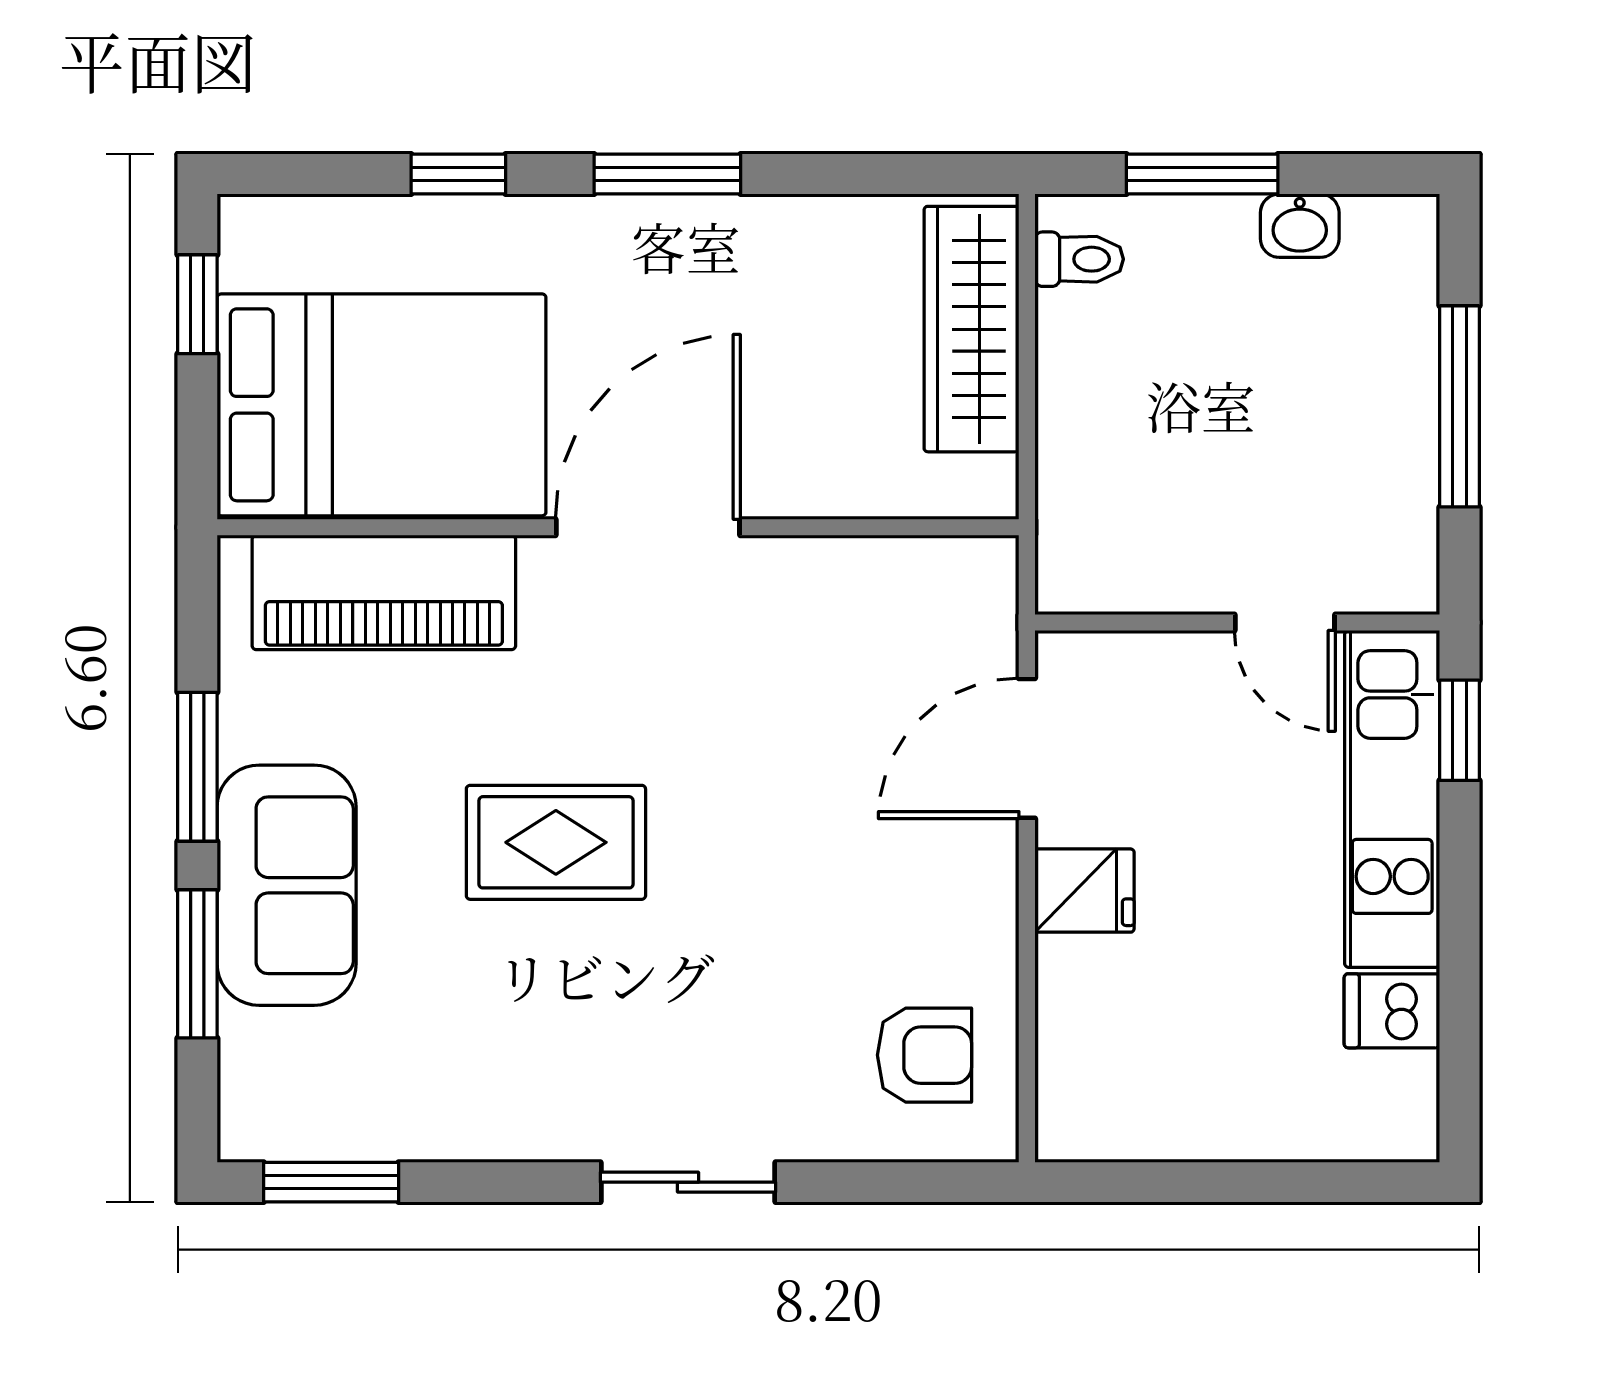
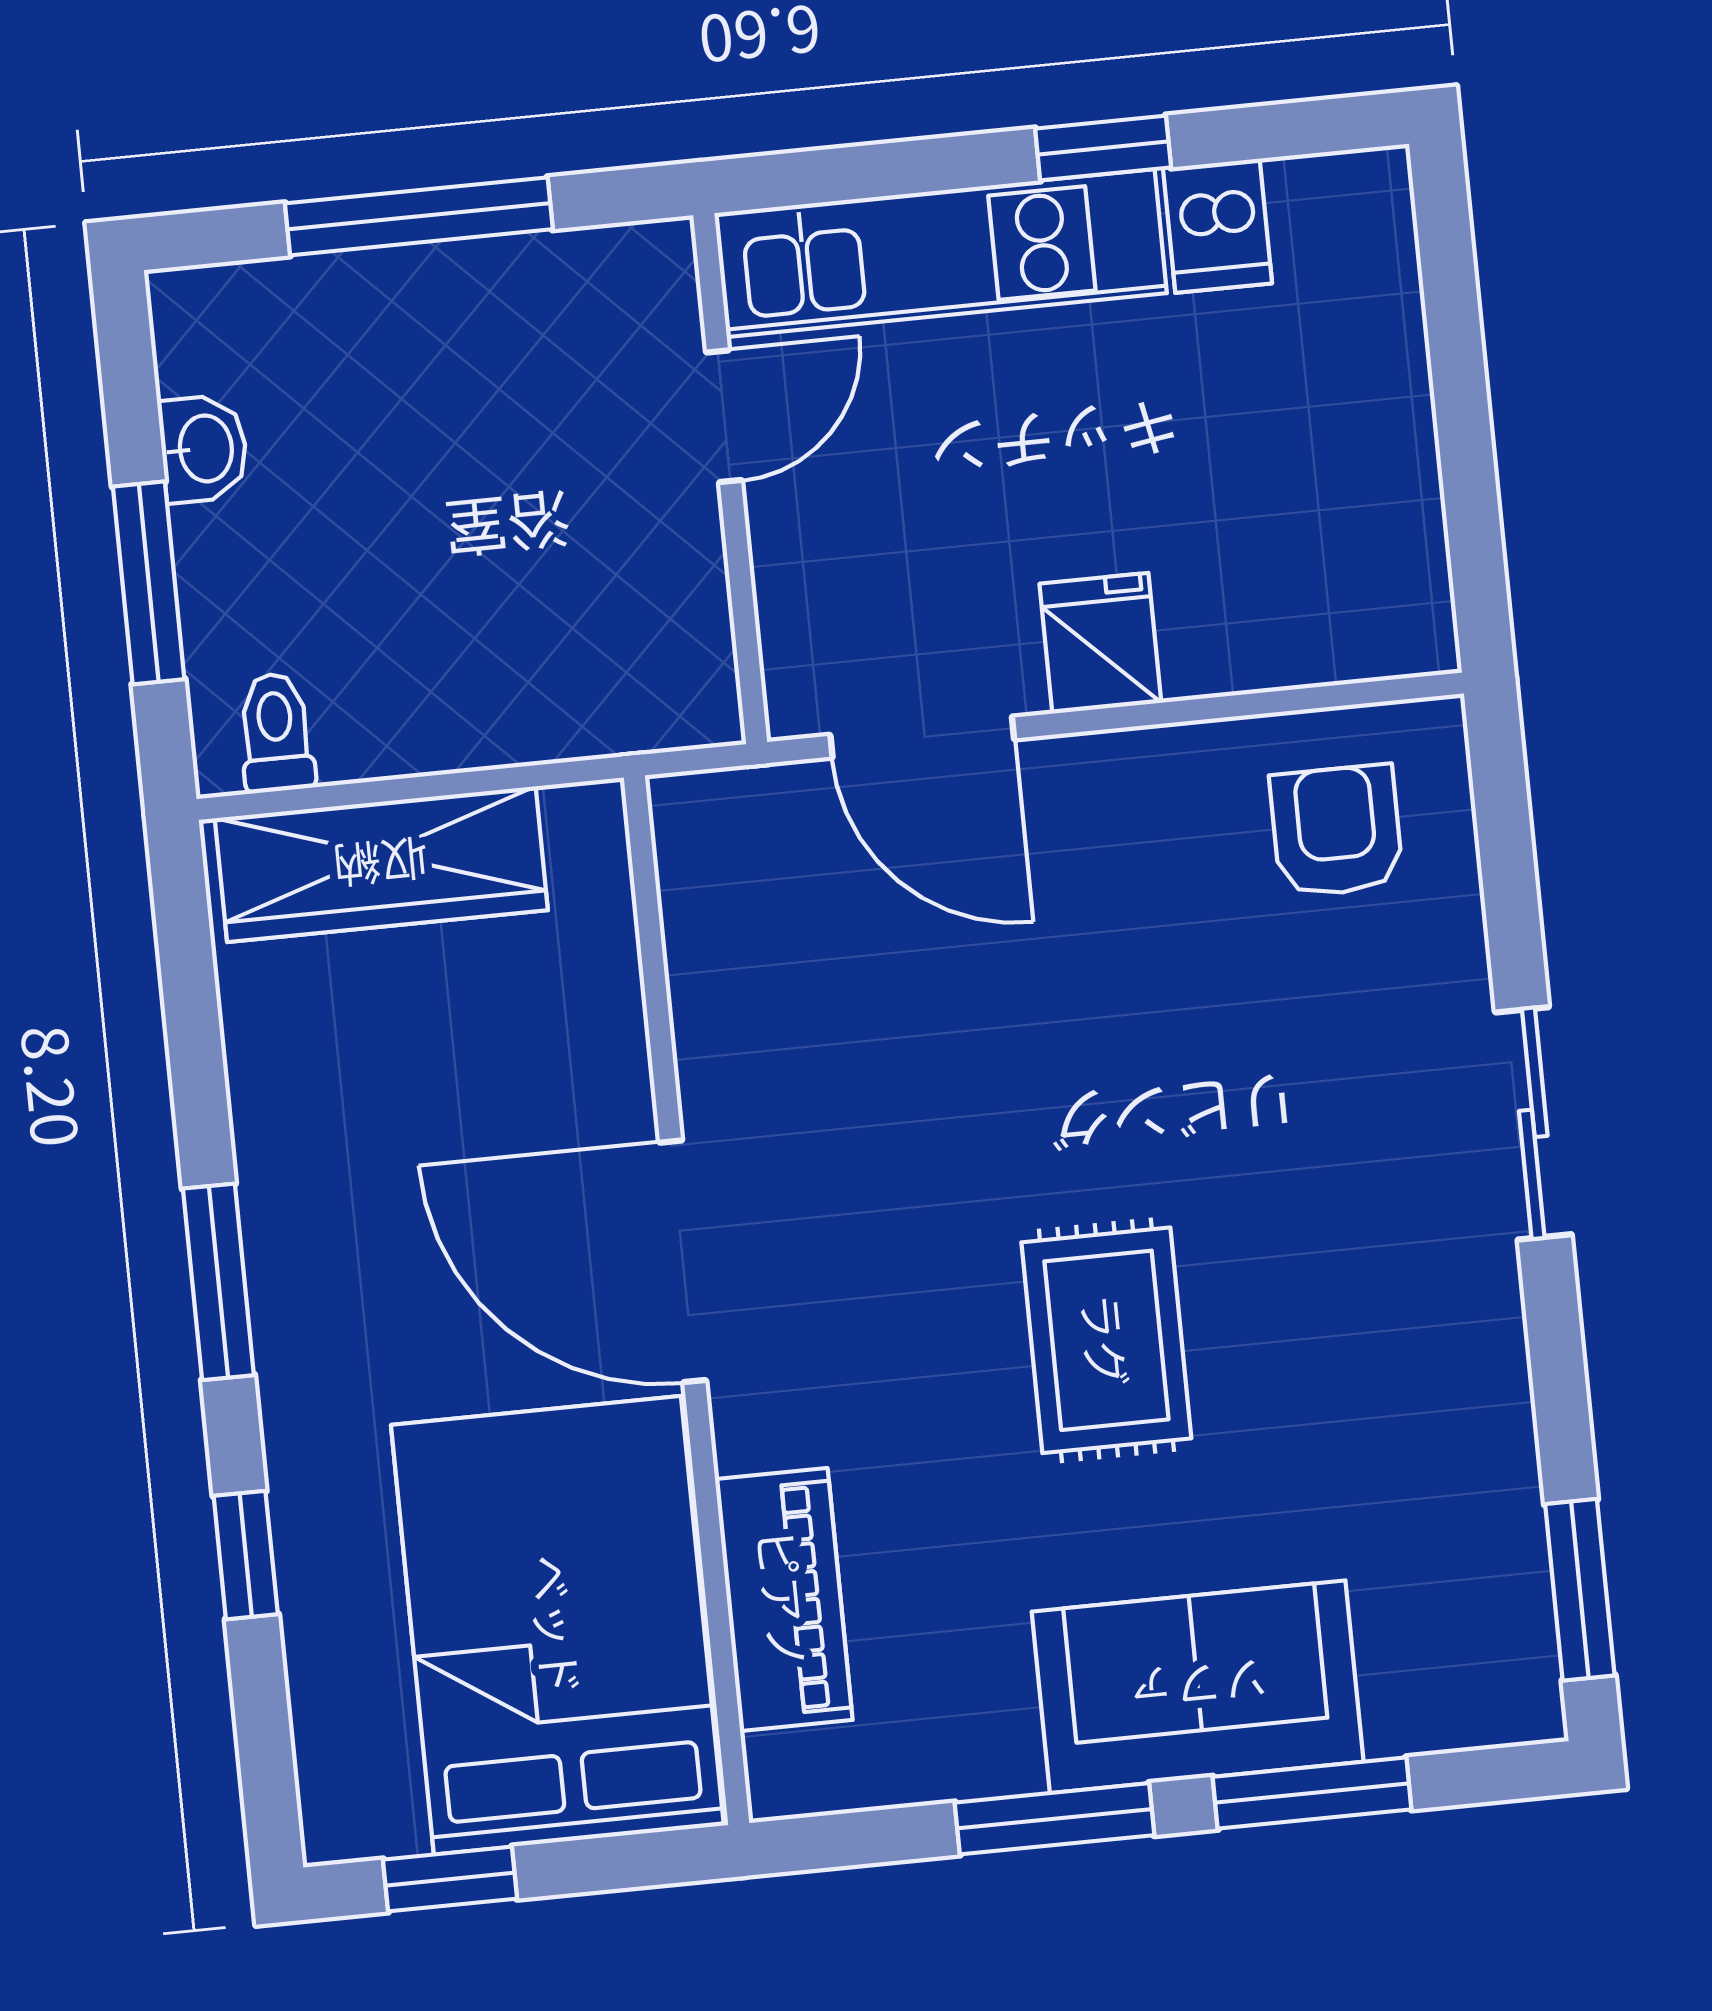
piano: (384, 592) -> (784, 1600), width x0.73, depth x0.75
window: (1459, 730) -> (1103, 148), moved

